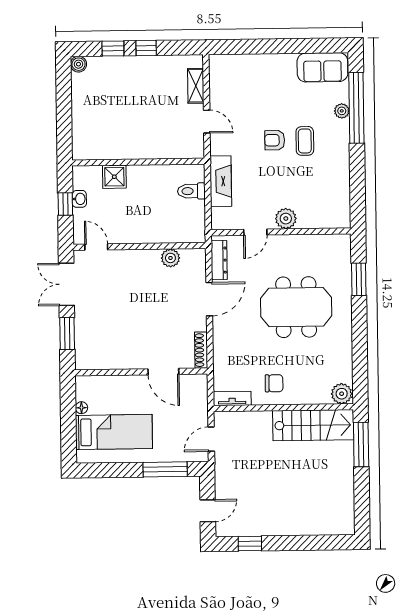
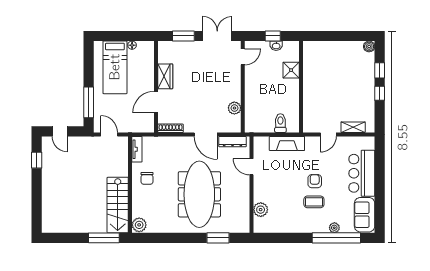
bar counter: (262, 72) -> (362, 173), added
plant: (286, 219) -> (261, 210), moved
meeting table: (296, 307) -> (199, 194), width x1.36
wardrobe: (126, 359) -> (165, 76), added

